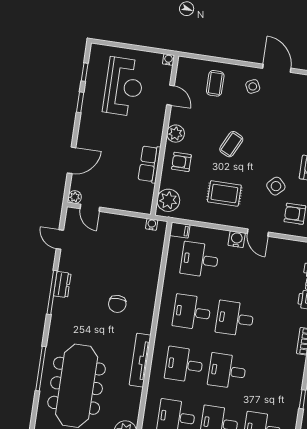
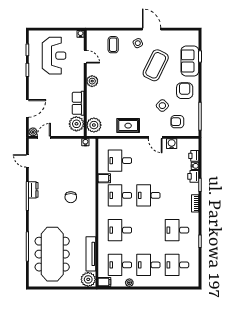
coffee table: (231, 144) -> (156, 65), moved, width x1.86, depth x1.72
armchair: (181, 162) -> (99, 99), removed
rug: (224, 193) -> (128, 126), moved
plant: (142, 194) -> (76, 124), added
door: (90, 208) -> (44, 137), swing flipped
filing cabinet: (180, 230) -> (104, 178), moved
water cooler: (237, 239) -> (172, 144), moved
tv unit: (140, 360) -> (91, 254), moved
desk: (227, 371) -> (177, 230), moved

